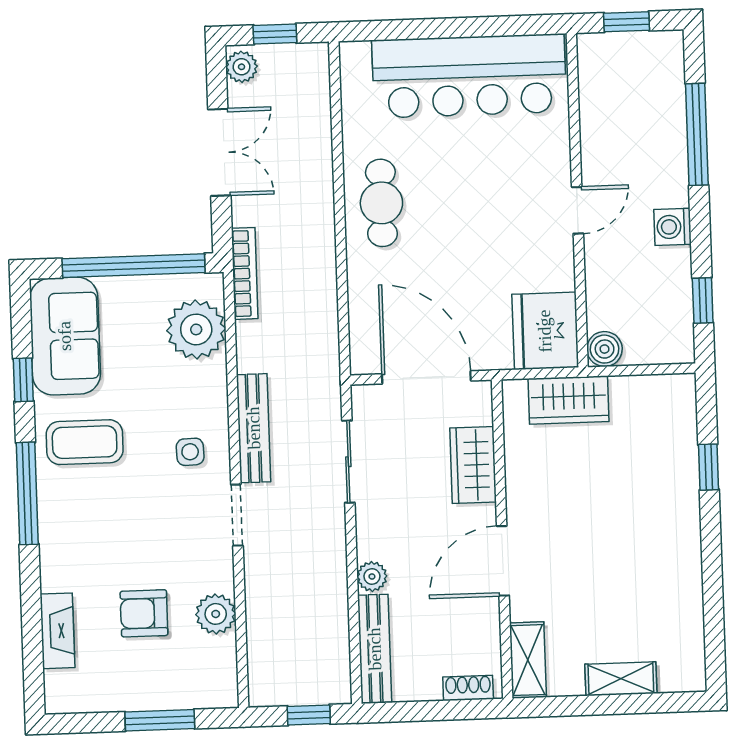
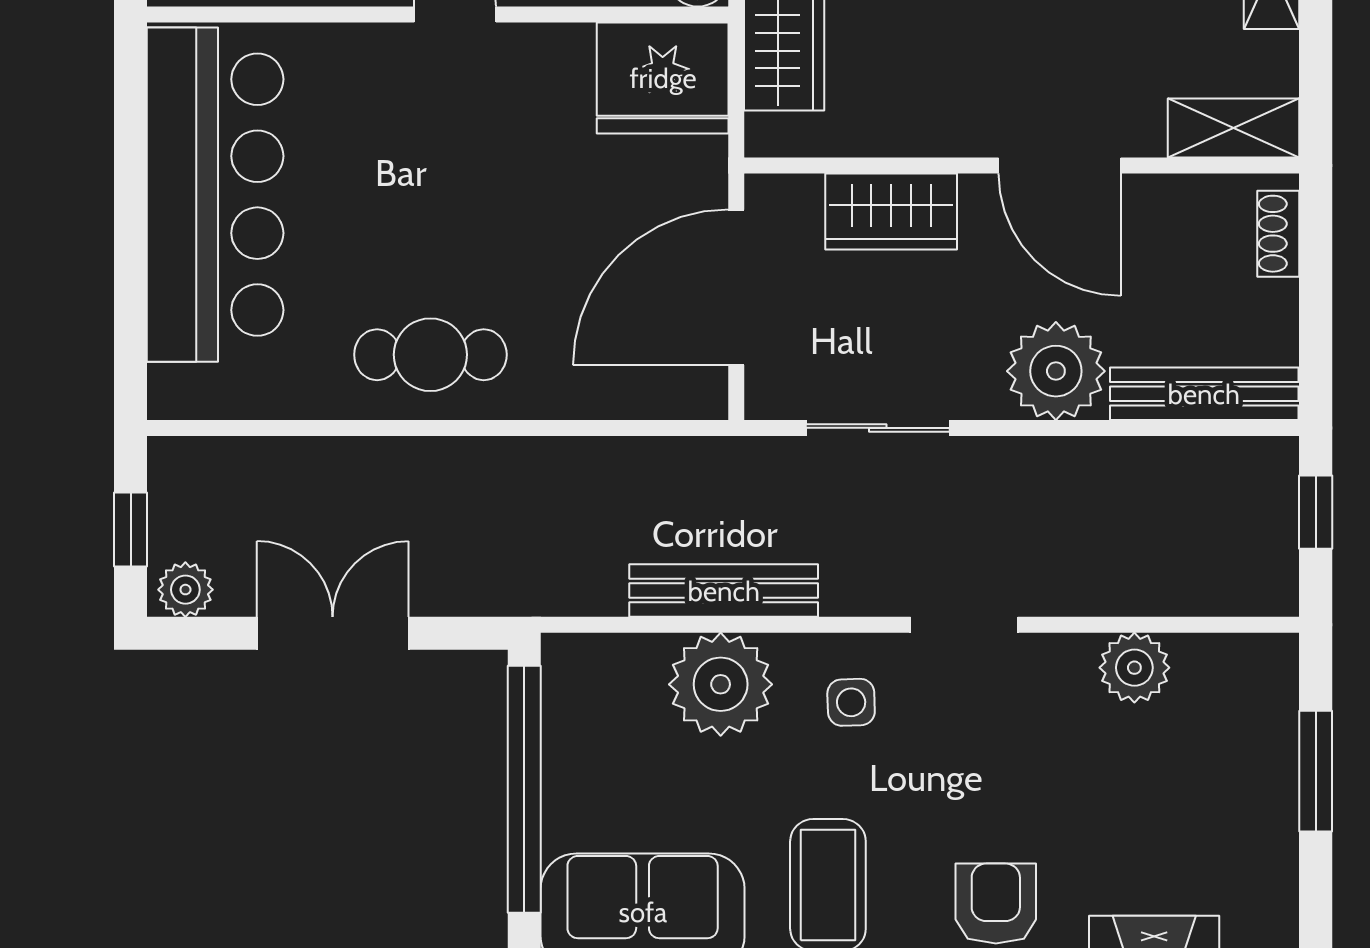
bookcase: (245, 273) -> (545, 597), removed
plant: (196, 329) -> (721, 684), moved
bench: (254, 428) -> (724, 591), moved
plant: (372, 576) -> (1056, 371), width x1.87, depth x1.87
armchair: (144, 613) -> (996, 904), moved, turned 180

